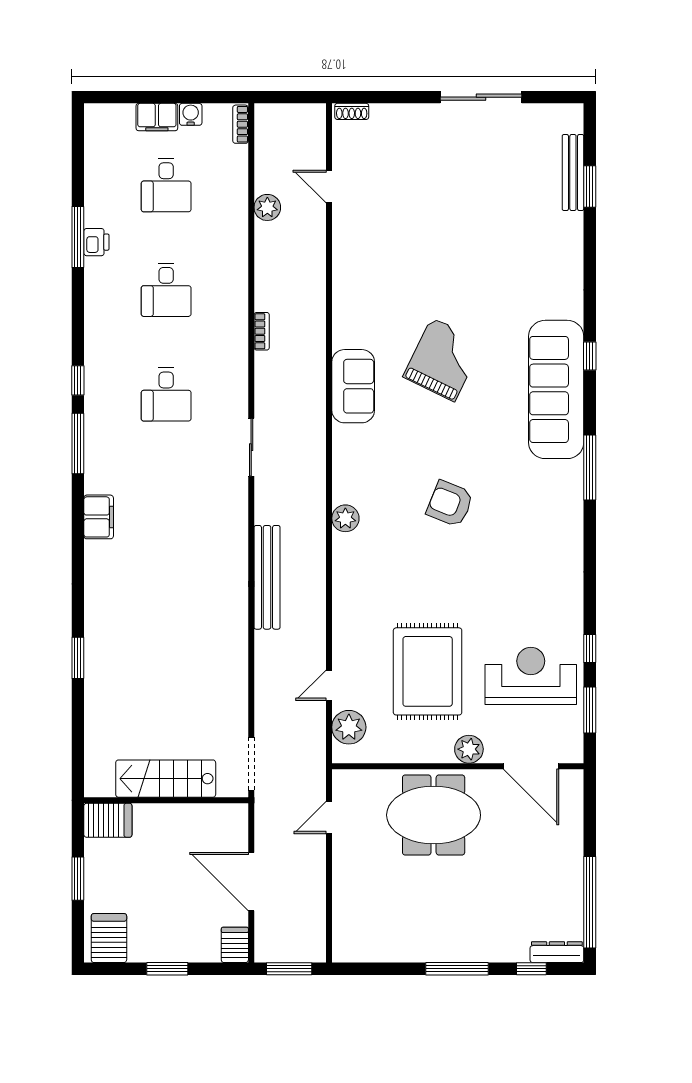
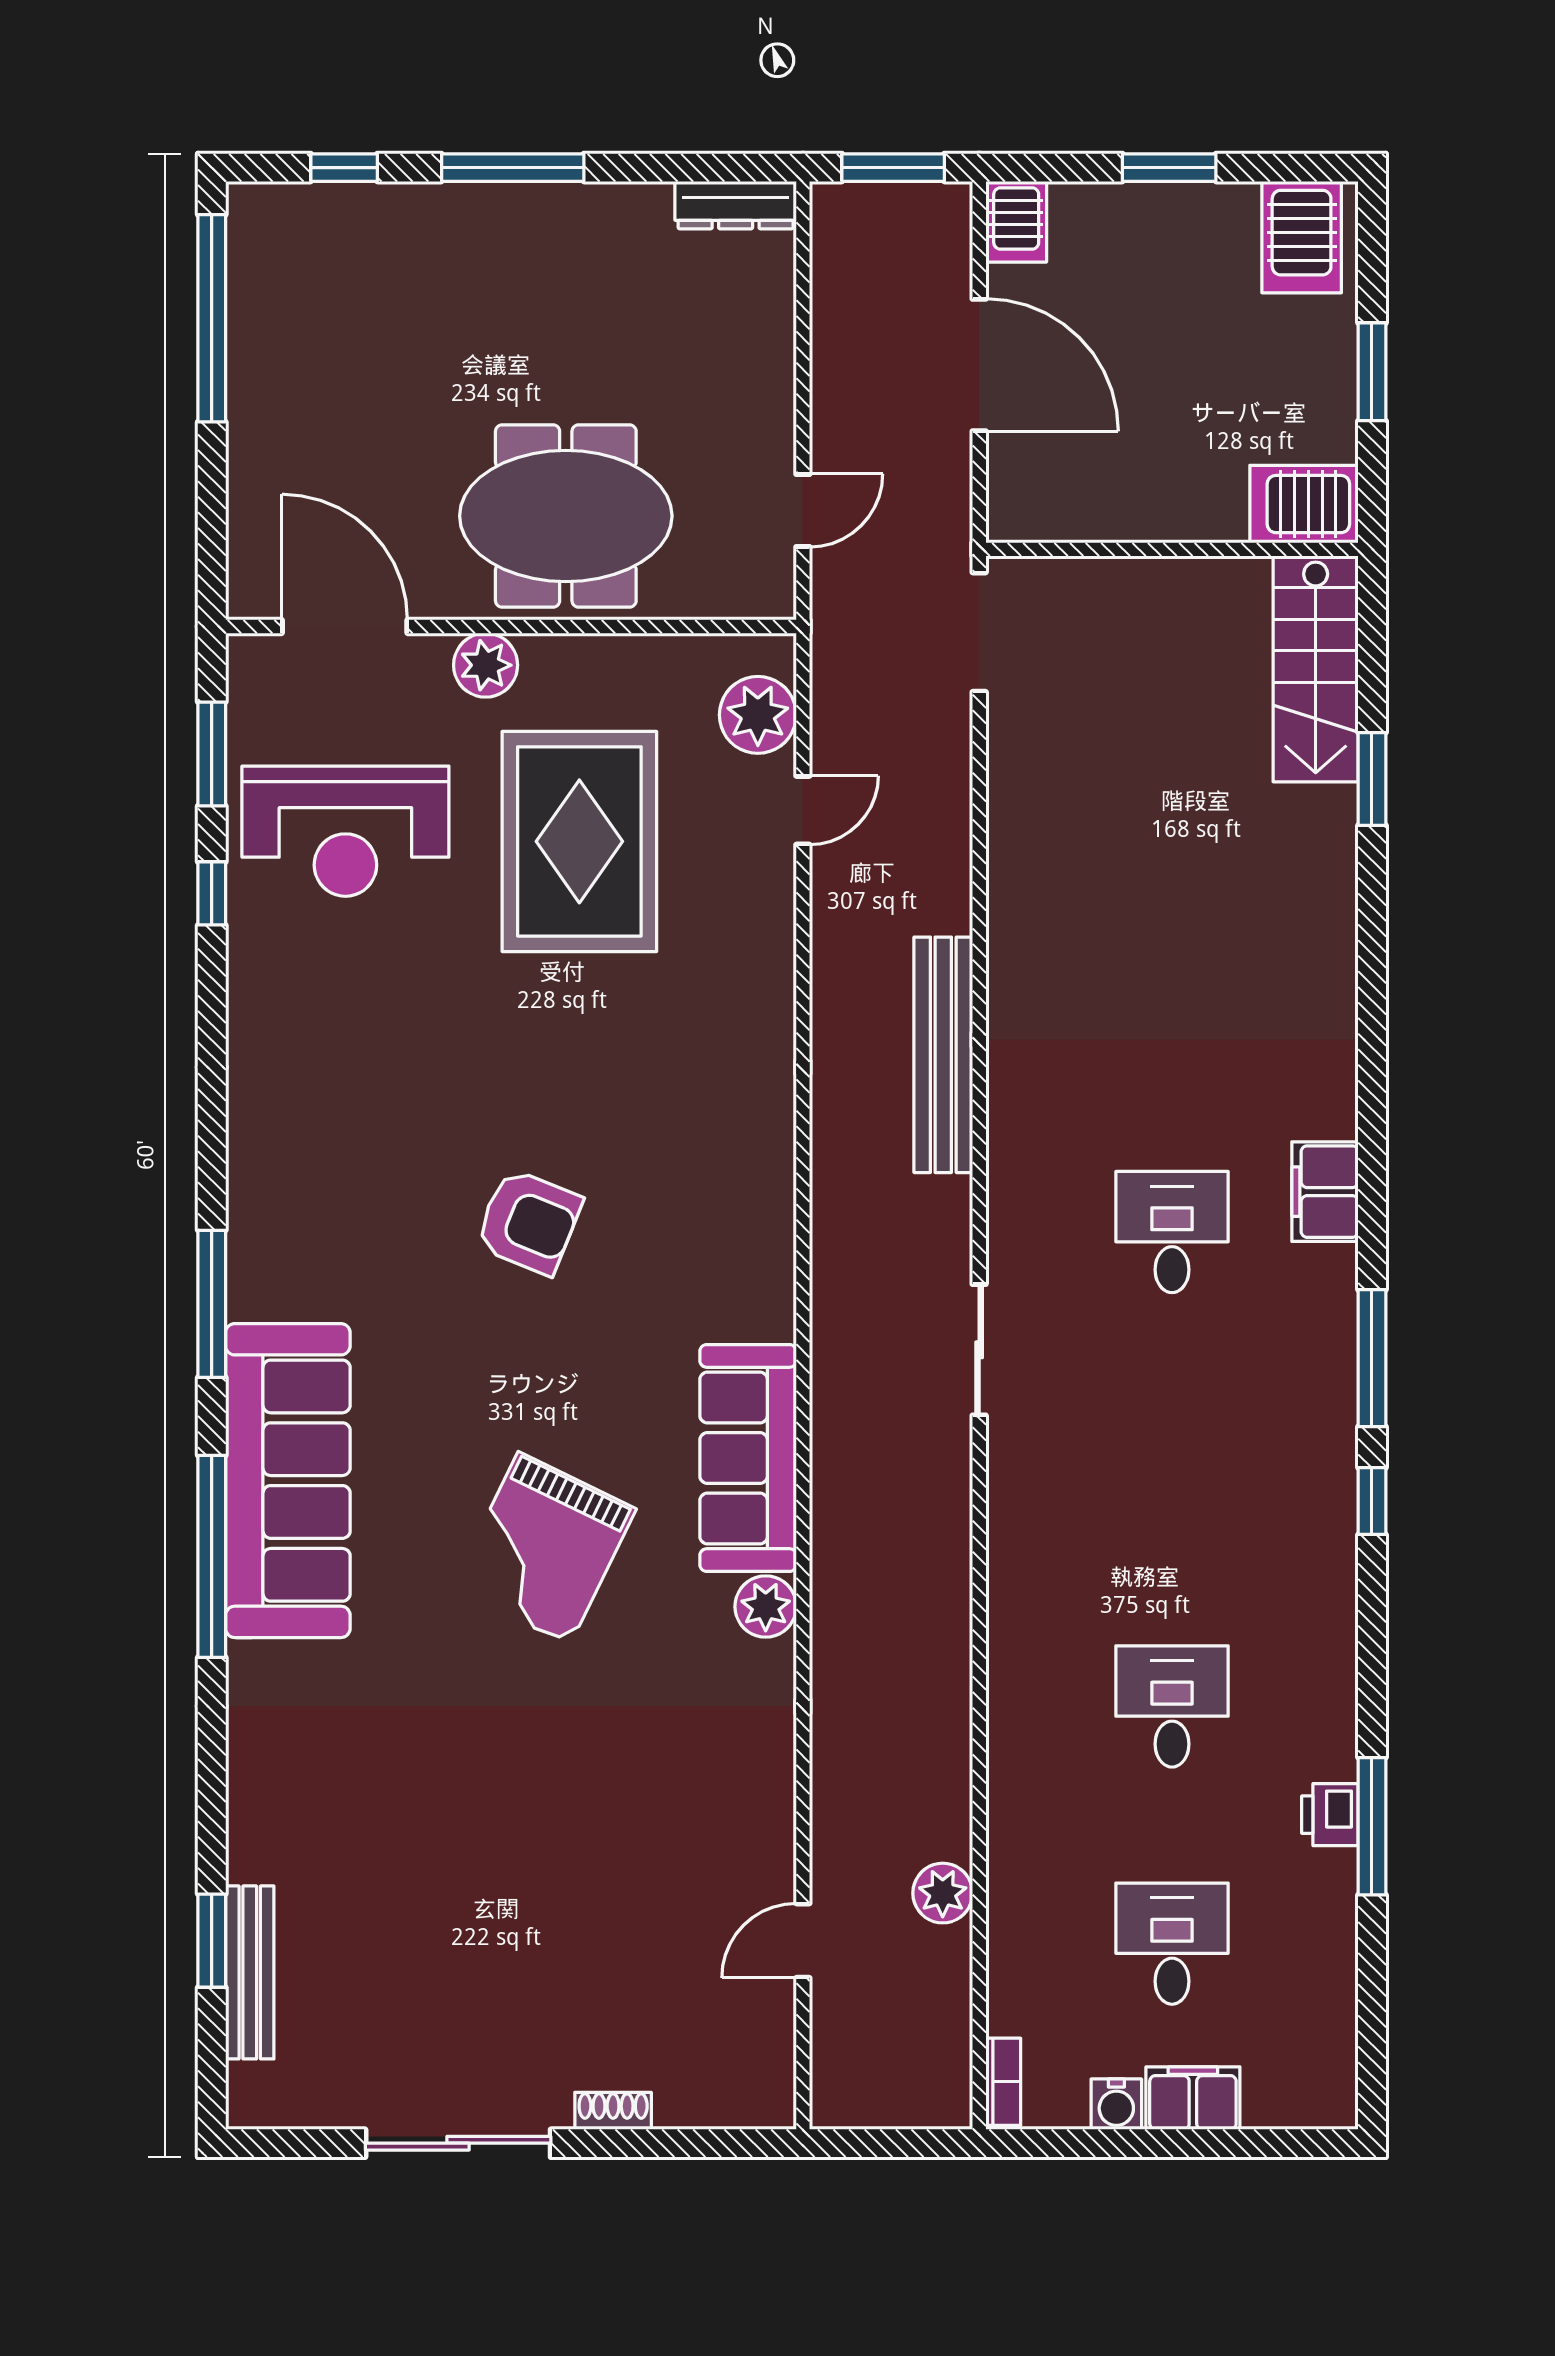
shoe rack: (352, 111) -> (613, 2111), moved
door: (329, 187) -> (803, 1941), swing flipped
bookcase: (262, 331) -> (955, 1613), removed
window: (590, 356) -> (212, 1556), width x3.17
sofa: (353, 386) -> (748, 1458), width x1.36
desk: (166, 394) -> (1172, 1232), moved
plant: (345, 518) -> (766, 1607), moved
window: (78, 658) -> (1372, 779), moved
stairs: (166, 779) -> (1316, 669), moved, turned 90
dresser: (557, 952) -> (736, 205), moved

